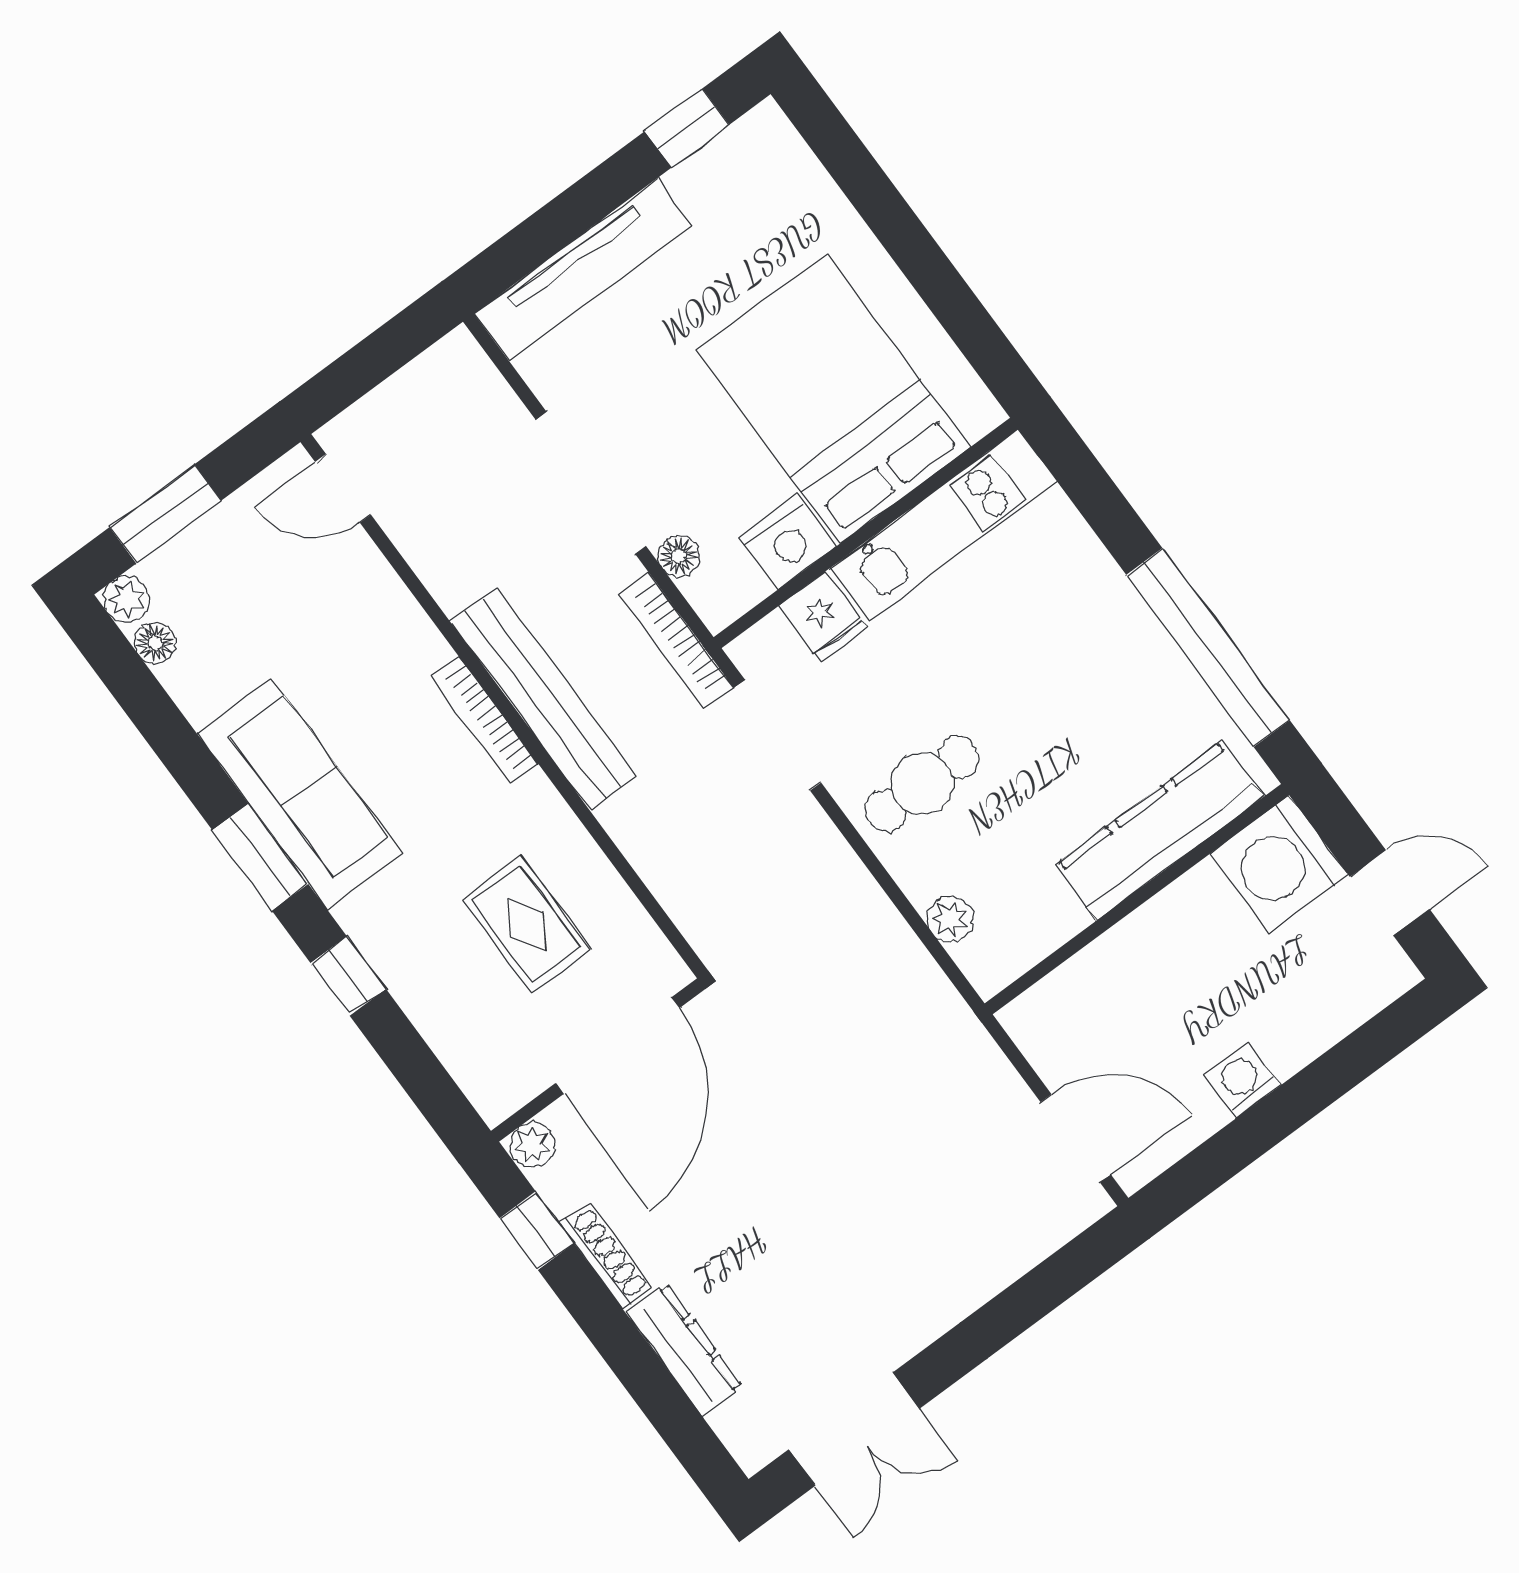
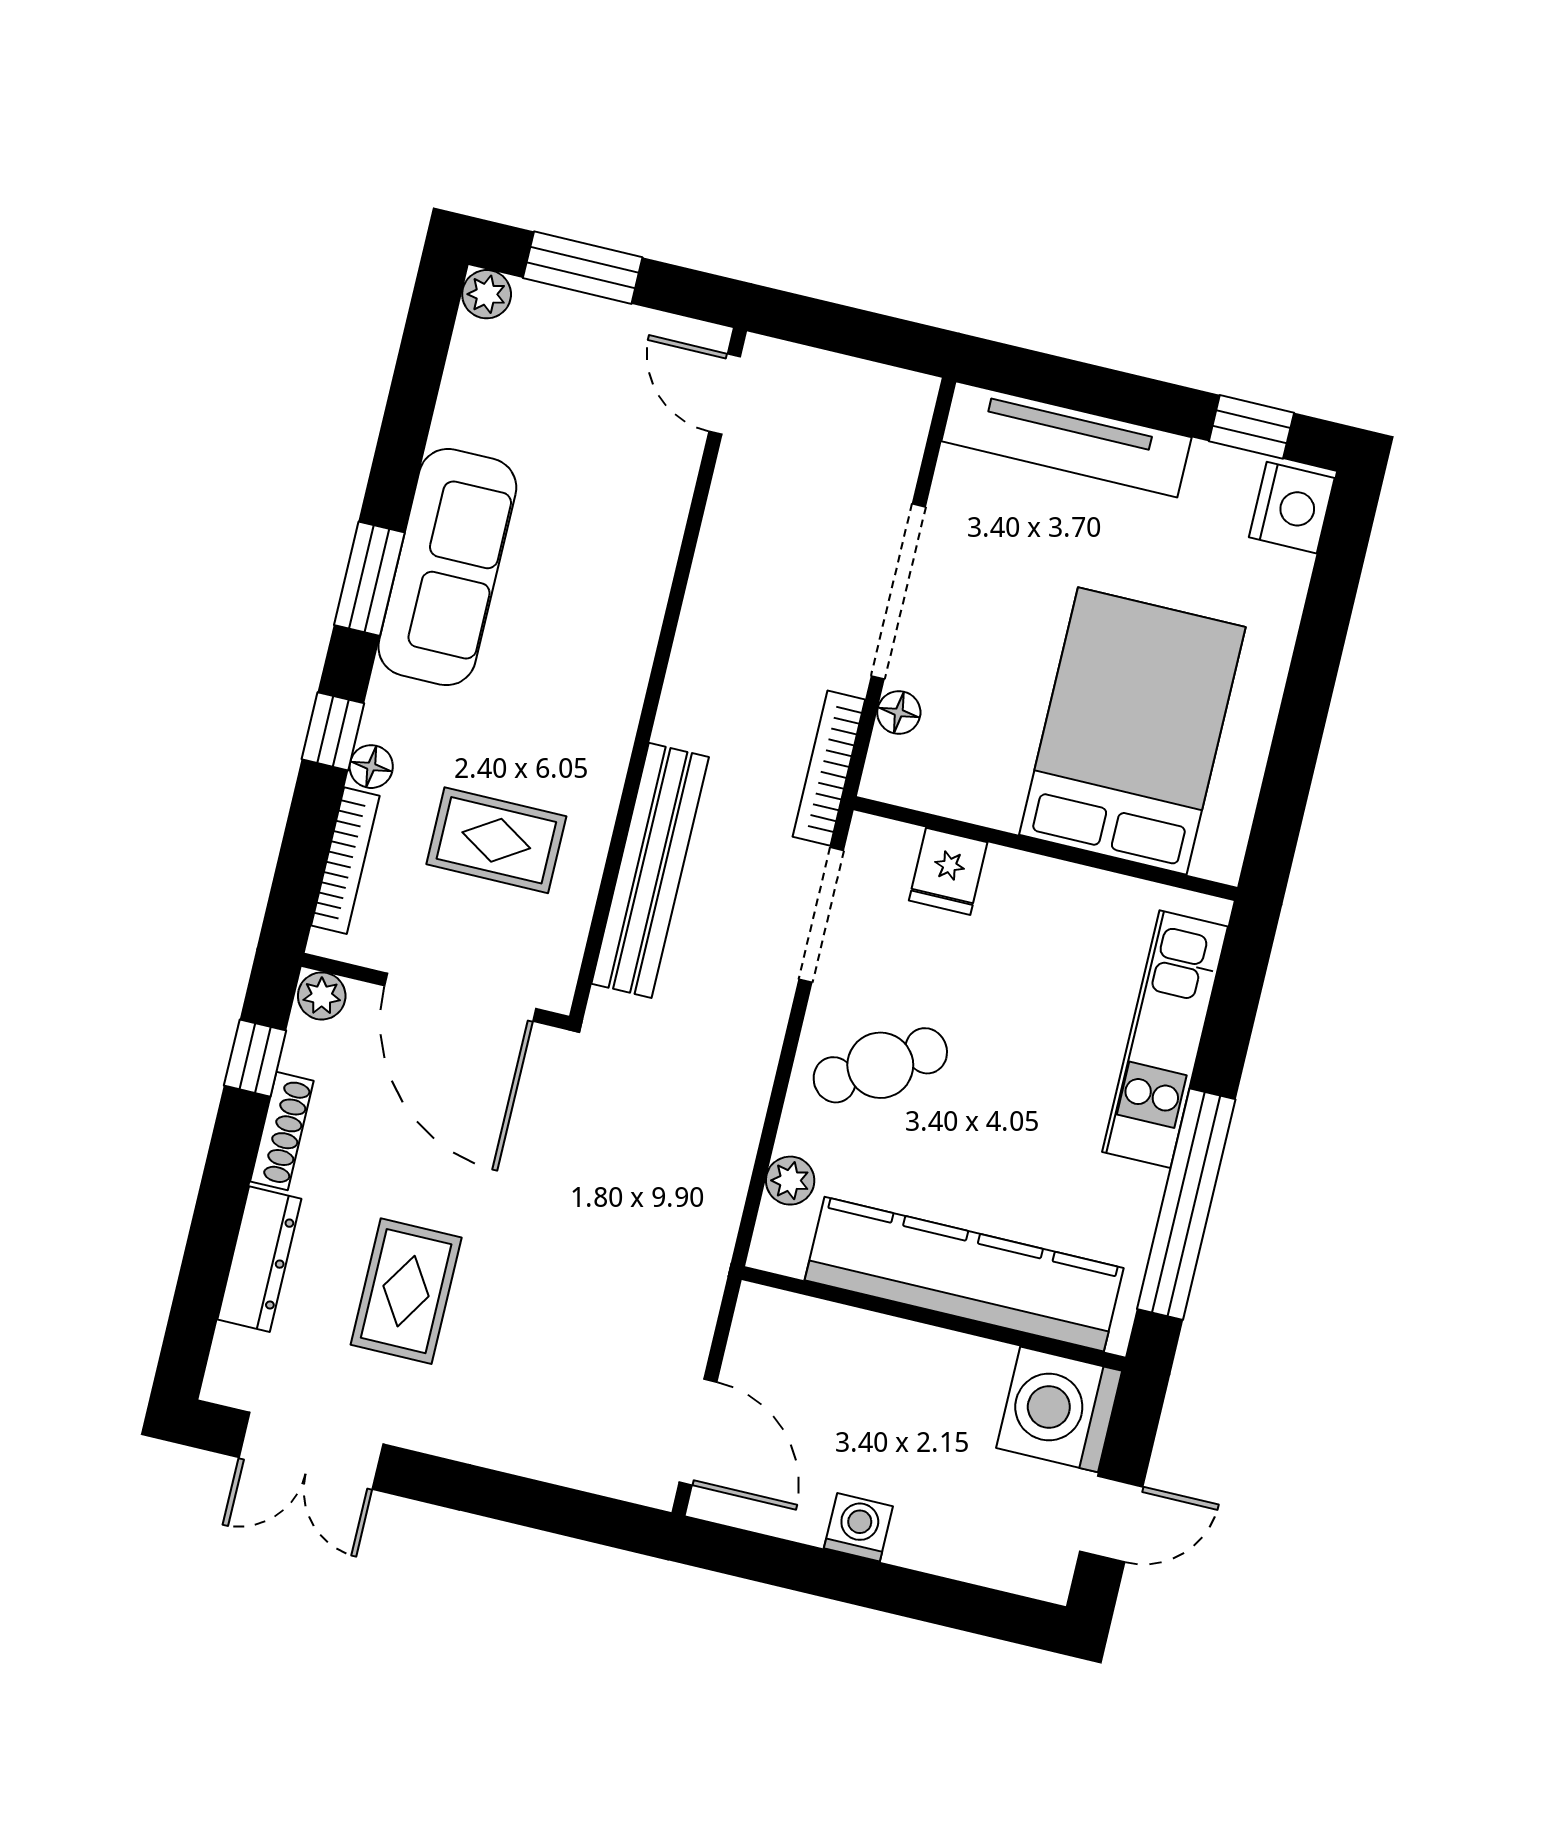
kitchen unit: (944, 525) -> (1165, 1039), moved, turned 90
nightstand: (787, 542) -> (1292, 508), moved, turned -90
floor lamp: (155, 643) -> (371, 767), moved
bench: (543, 699) -> (650, 870), moved
bookcase: (485, 720) -> (345, 861), moved, turned 180
cafe table: (922, 784) -> (880, 1065), turned -31
kitchen counter: (1160, 831) -> (964, 1274), width x1.39, depth x1.17
door: (1390, 893) -> (1111, 1519), hinge flipped
rug: (526, 924) -> (496, 840), turned 90
door: (617, 1046) -> (460, 997), hinge flipped
rug: (797, 1263) -> (406, 1291), added

